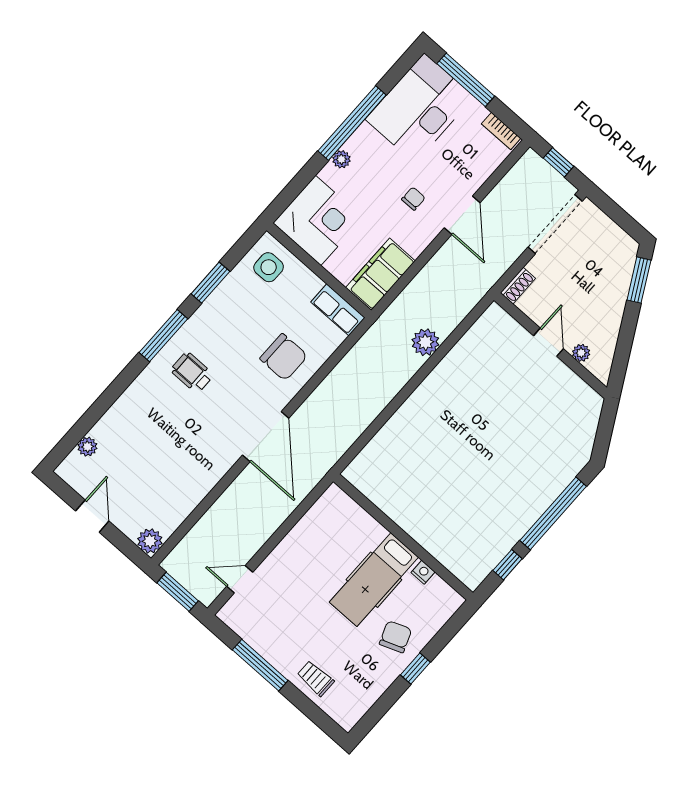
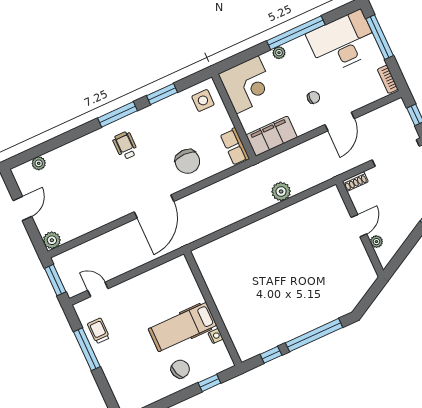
window: (415, 668) -> (209, 383), moved
trolley: (316, 678) -> (99, 331), moved

